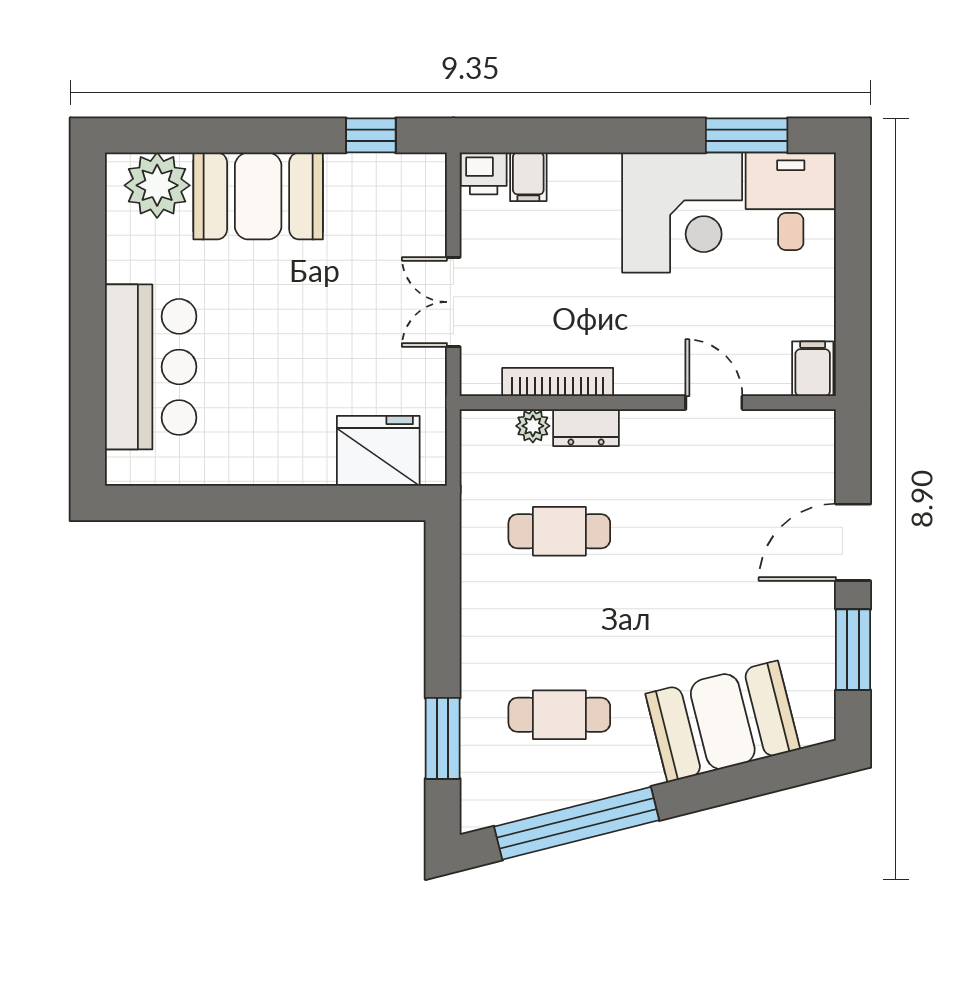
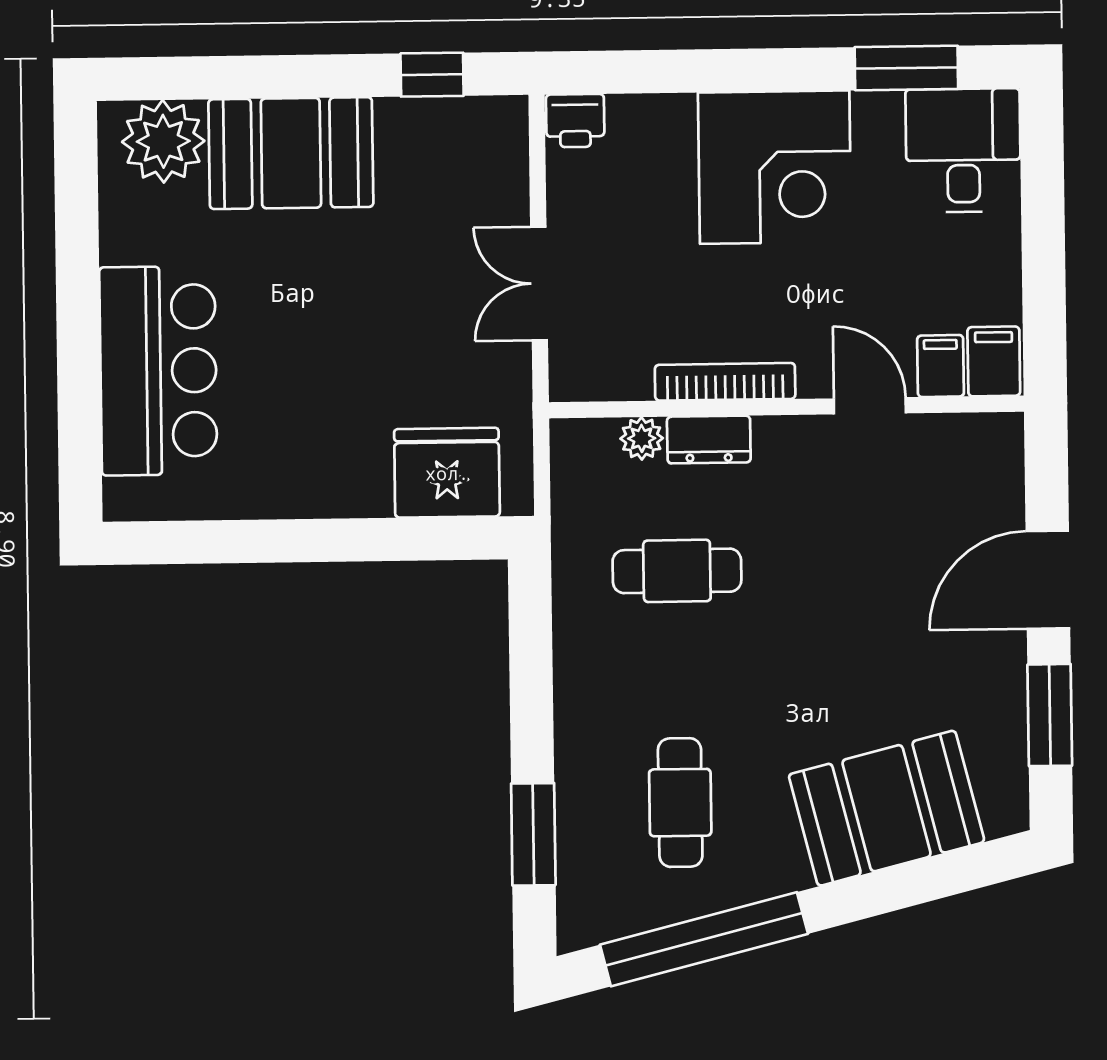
filing cabinet: (528, 177) -> (941, 366), moved, turned 180
corner desk: (682, 213) -> (775, 167), moved
bookcase: (558, 382) -> (725, 382), moved
cafe table: (559, 715) -> (680, 803), turned 90

